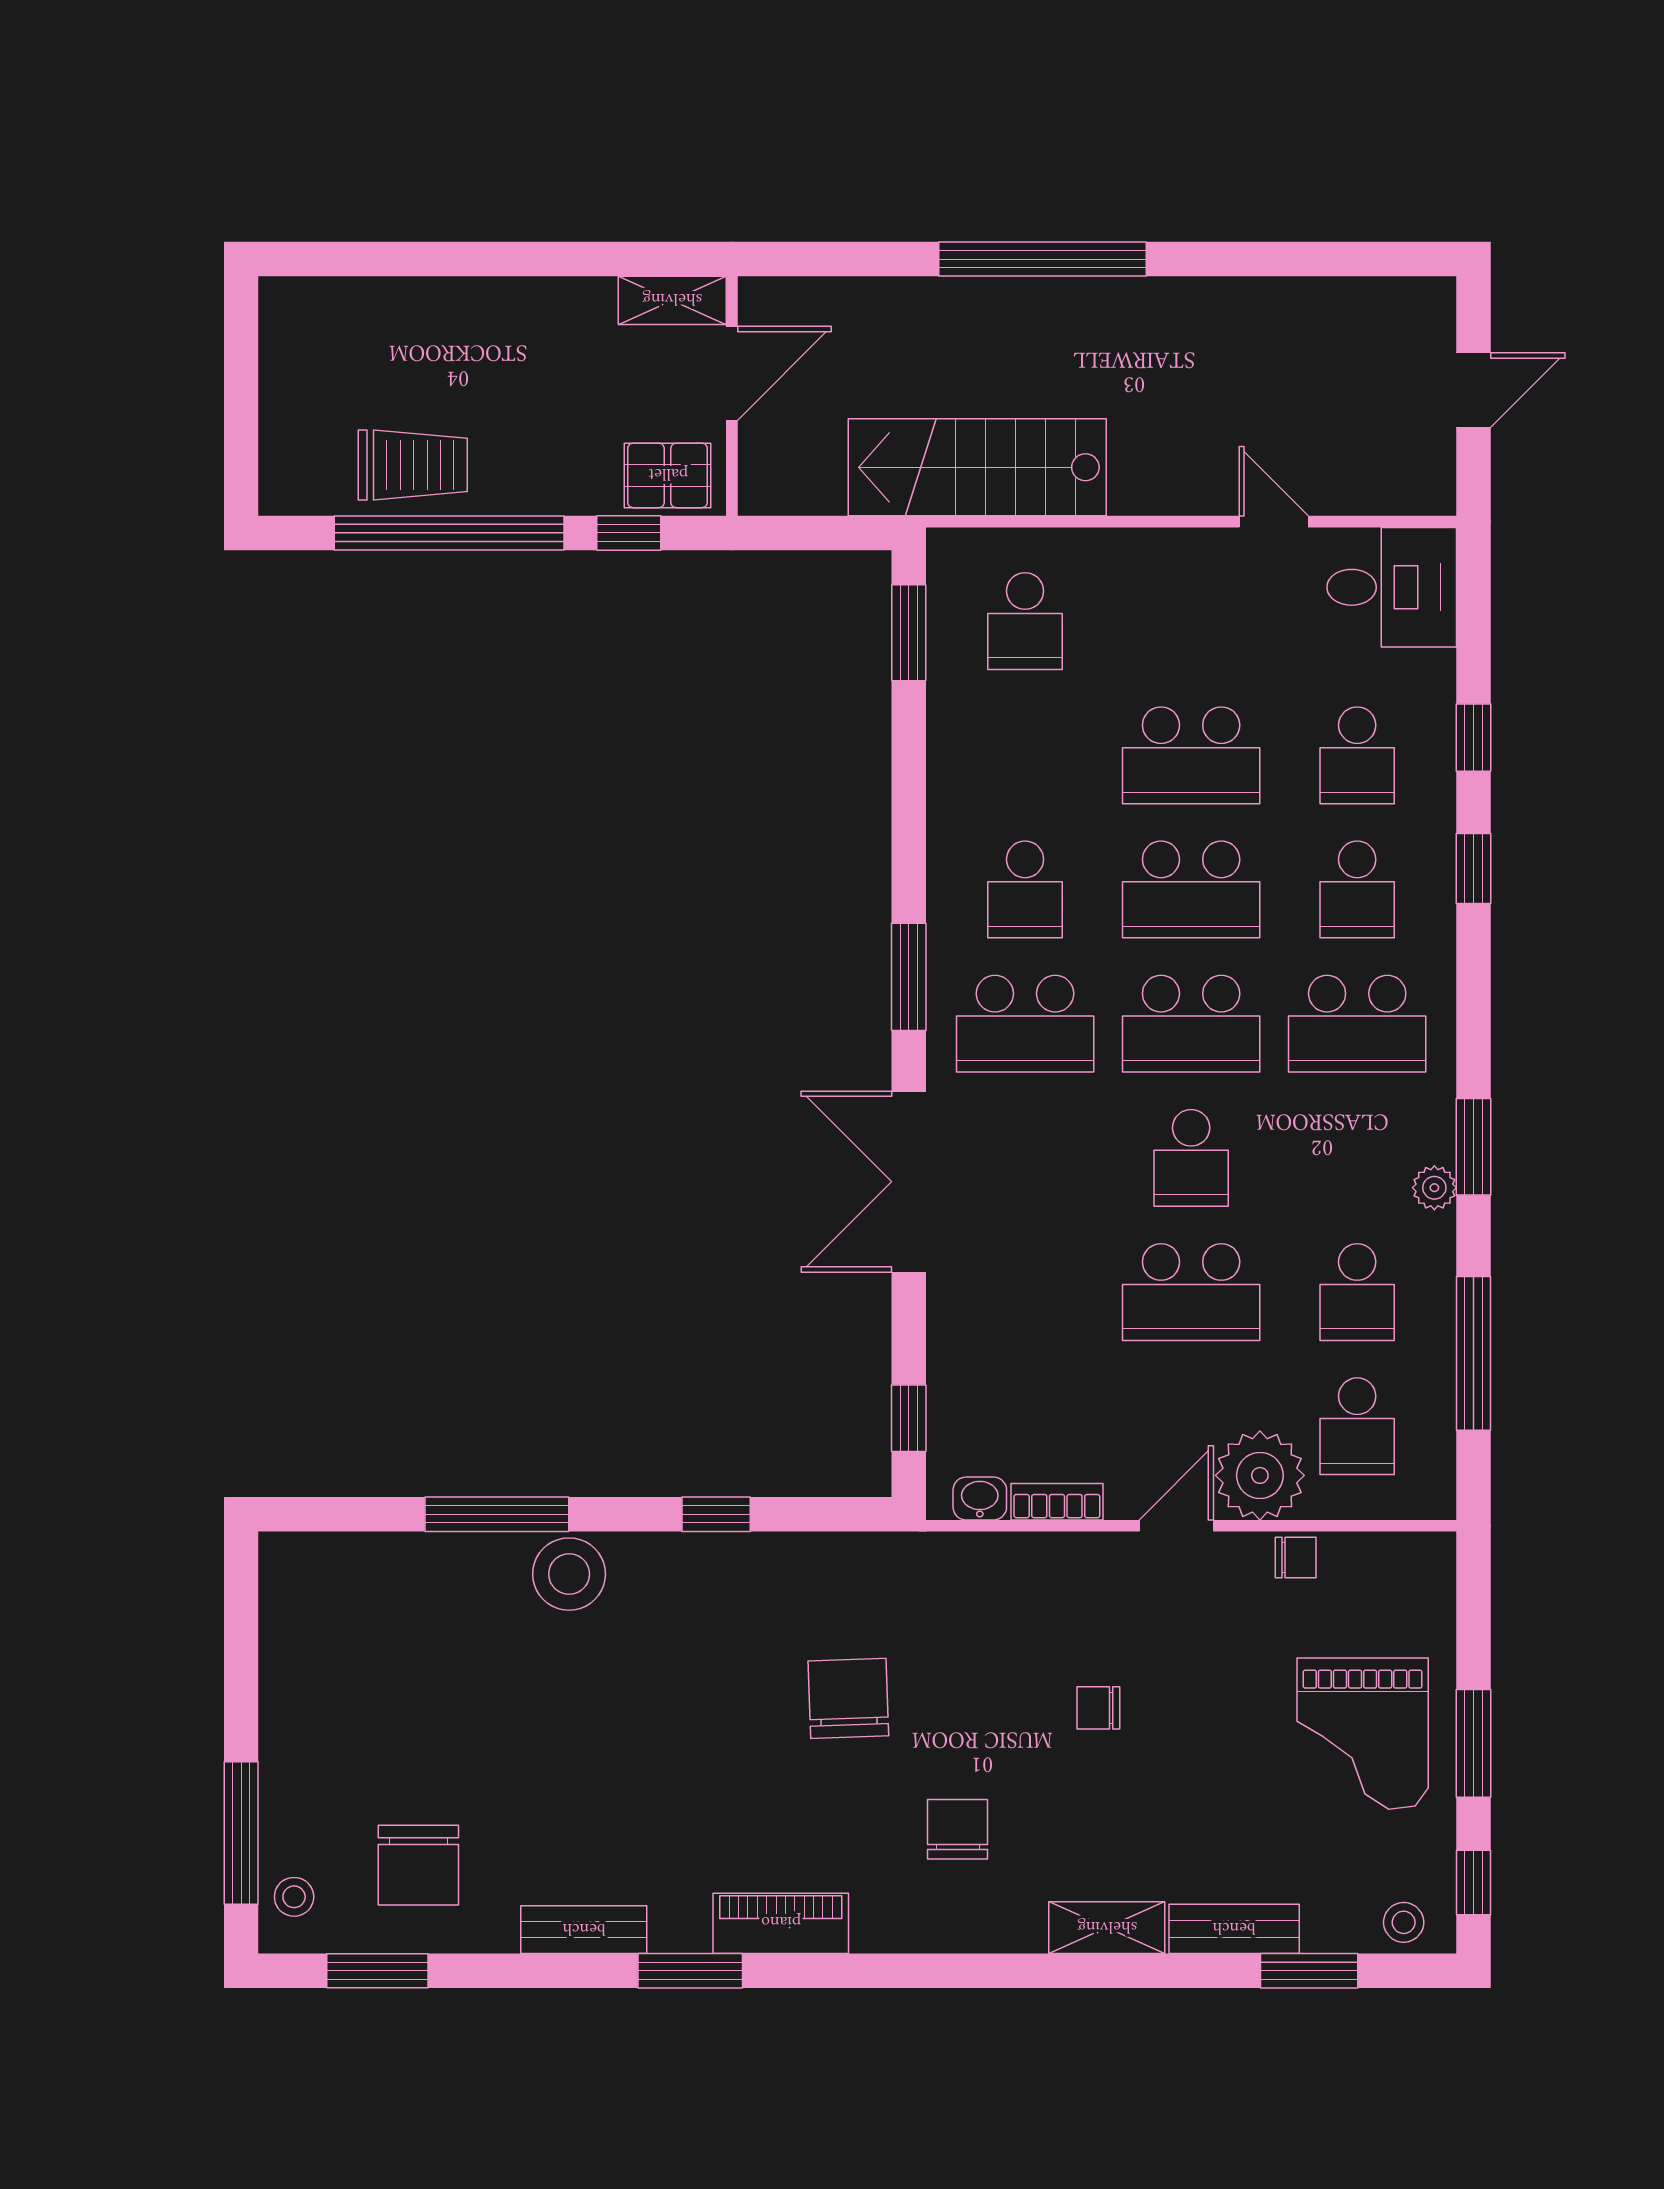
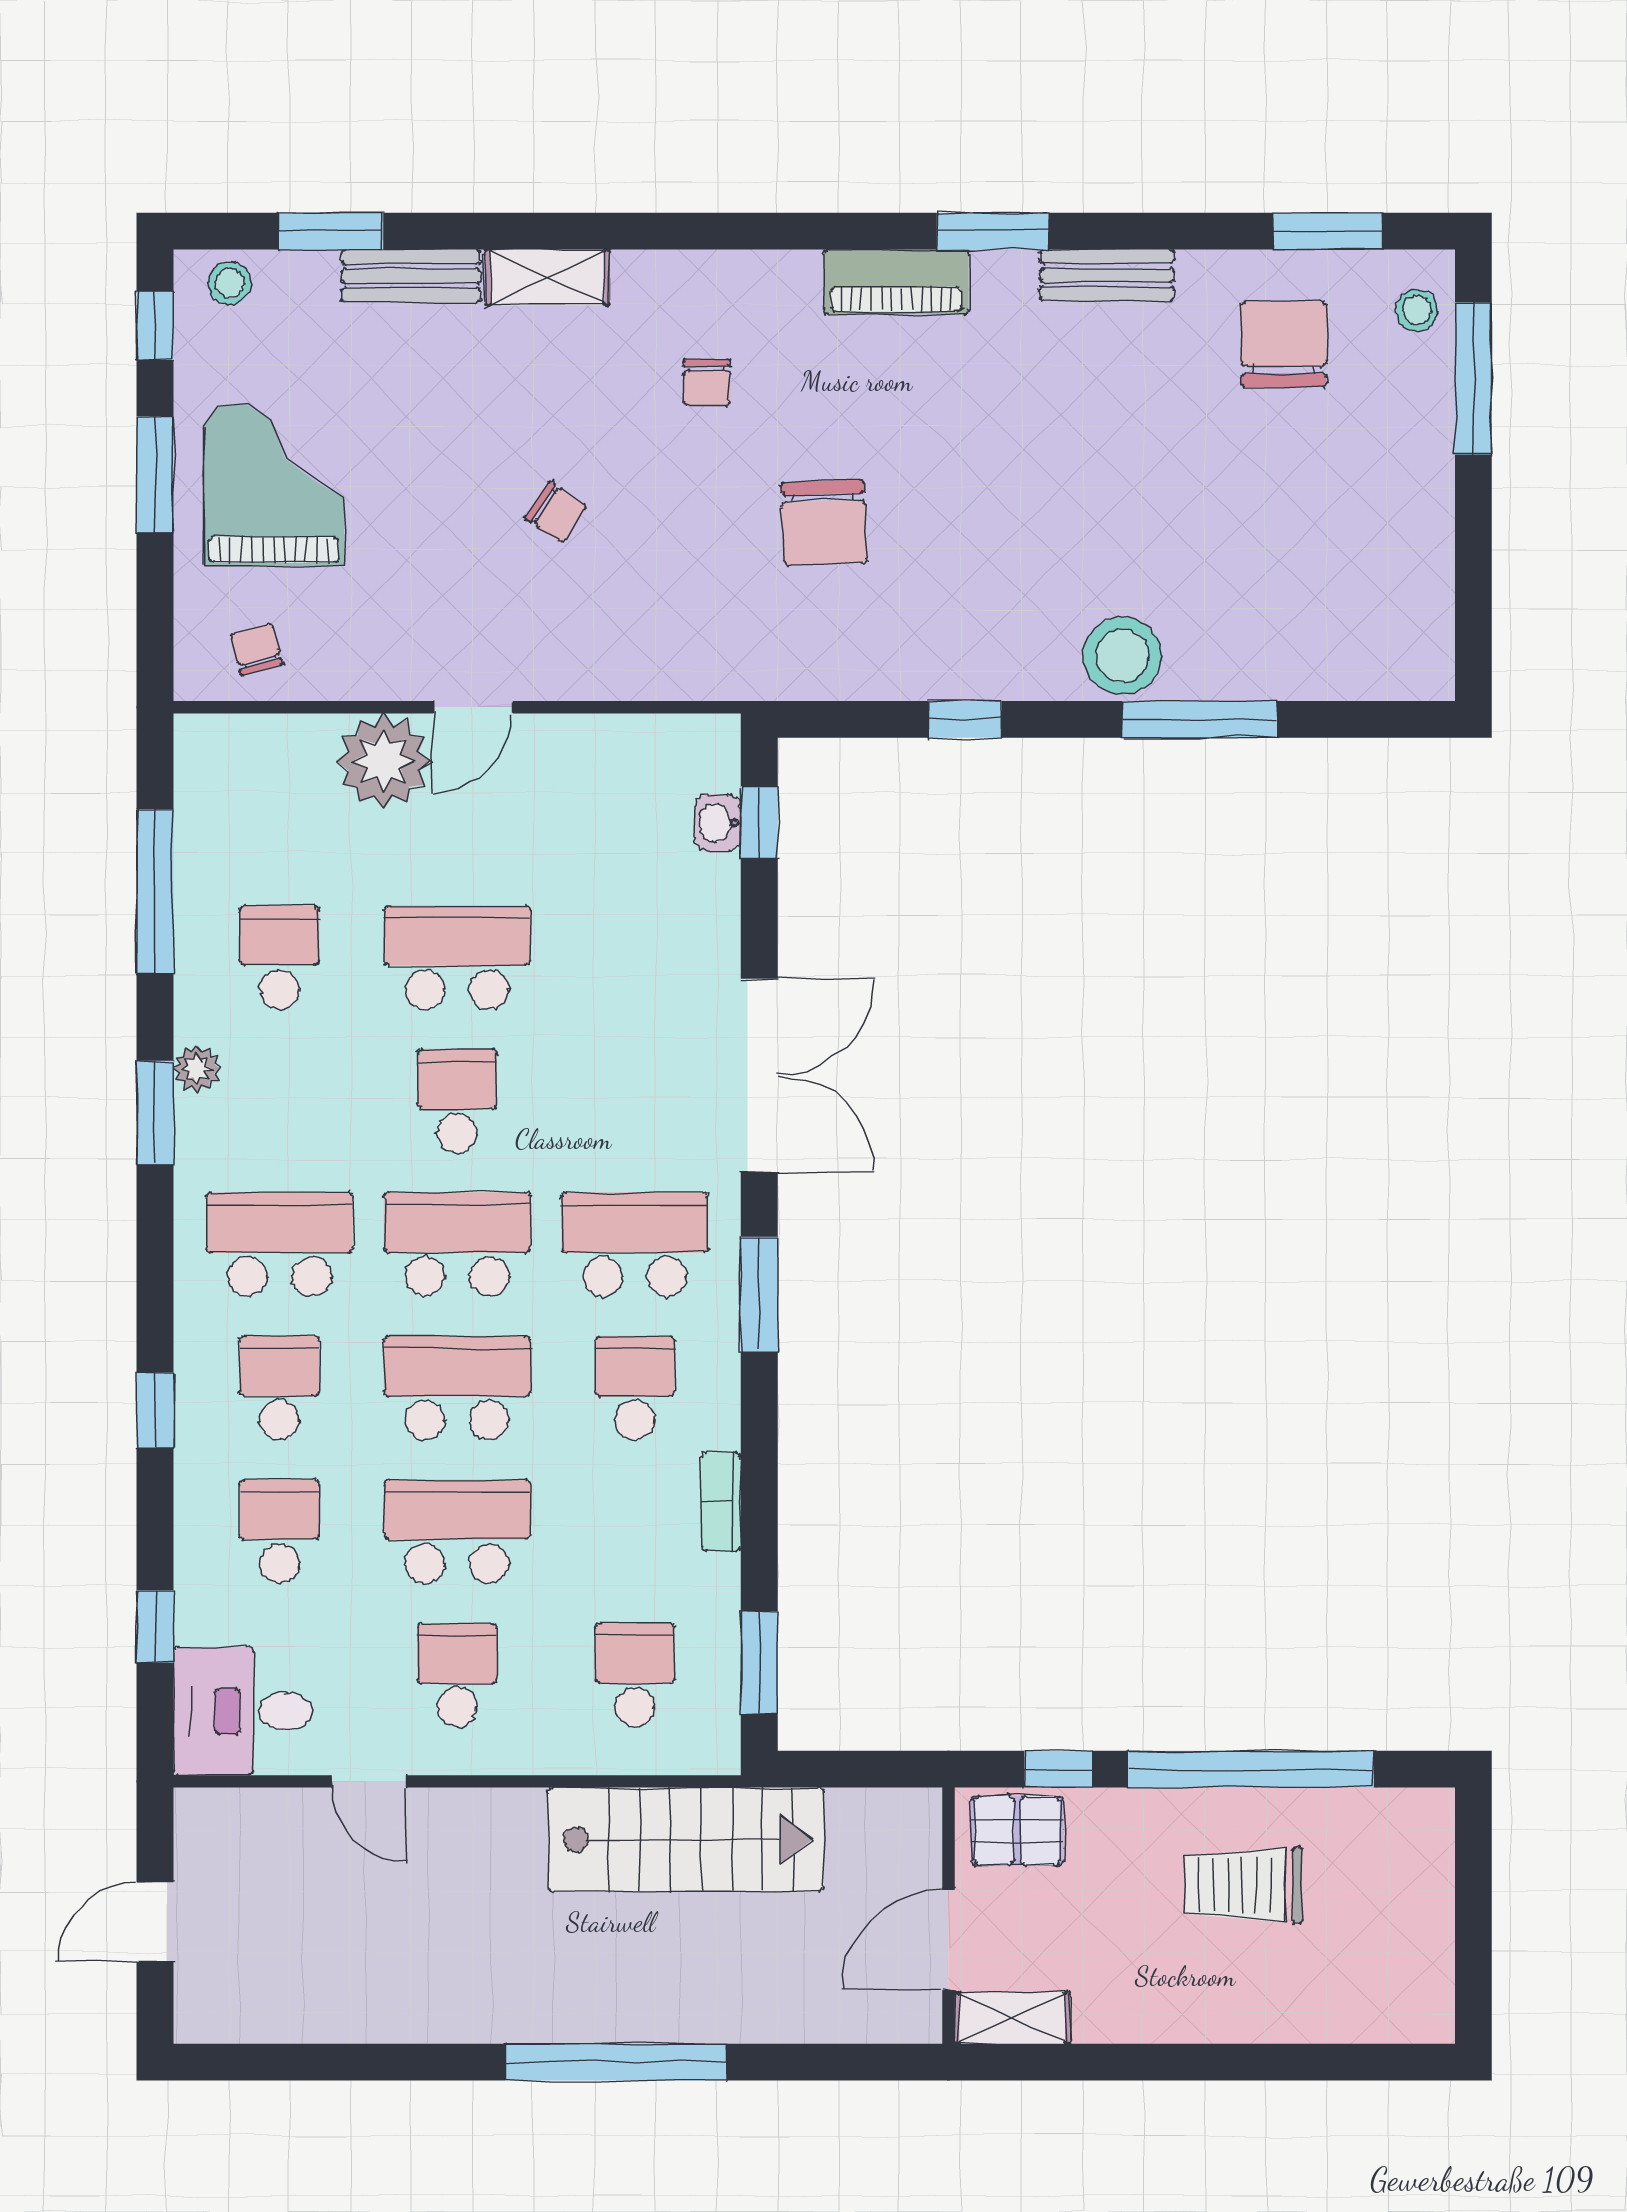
trolley: (413, 465) -> (1244, 1885), moved
window: (1474, 738) -> (155, 1626), moved
school desk: (1357, 1426) -> (457, 1675), moved
washbasin: (980, 1499) -> (718, 823), moved, turned 90
bookcase: (1057, 1502) -> (721, 1502), moved, turned 90
chair: (1296, 1557) -> (257, 649), moved, turned 75
chair: (1098, 1708) -> (556, 512), turned 33
chair: (958, 1829) -> (707, 383), width x0.73, depth x0.73

